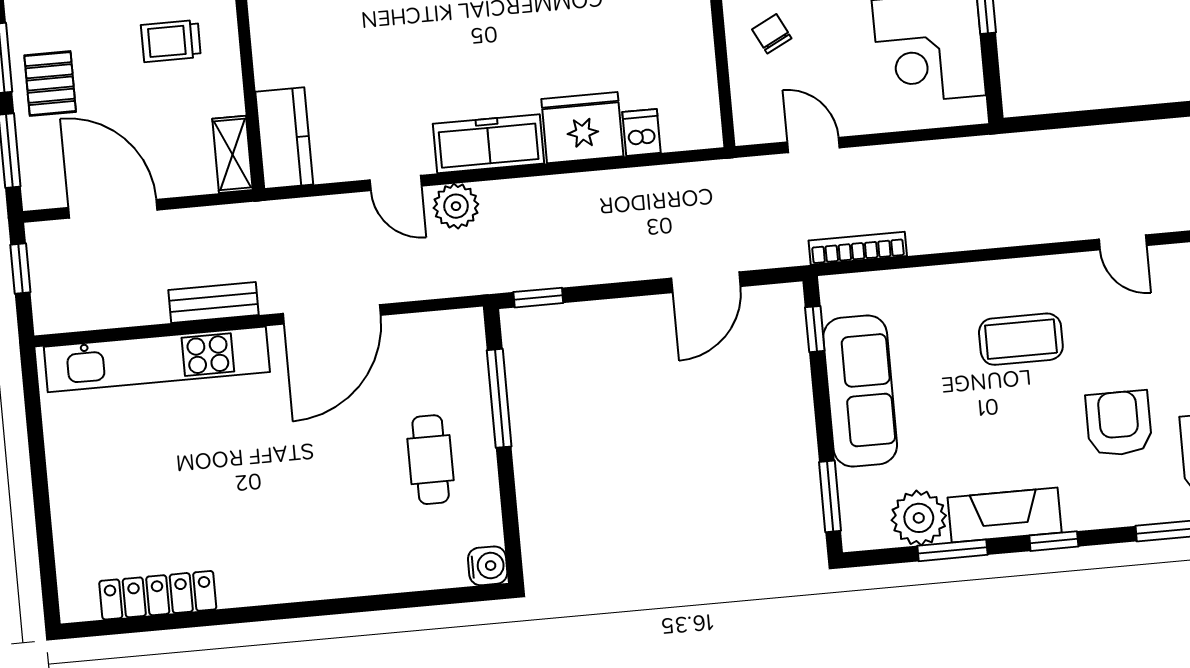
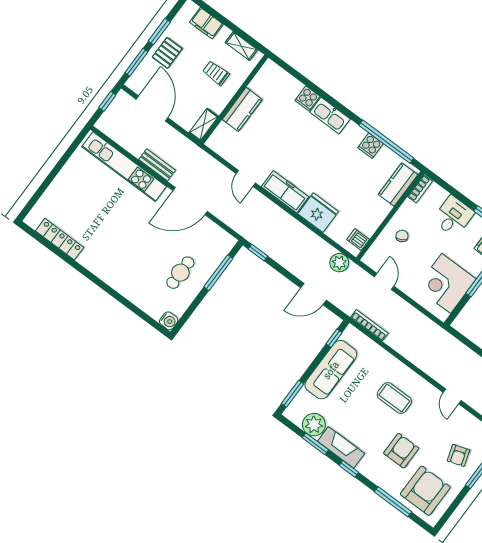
dishwasher: (642, 132) -> (358, 239), moved, turned -90
kitchen counter: (284, 138) -> (242, 109), moved
plant: (456, 206) -> (339, 263), moved

